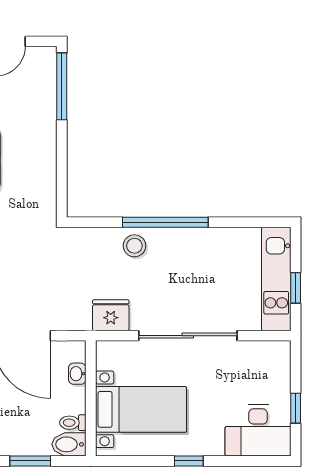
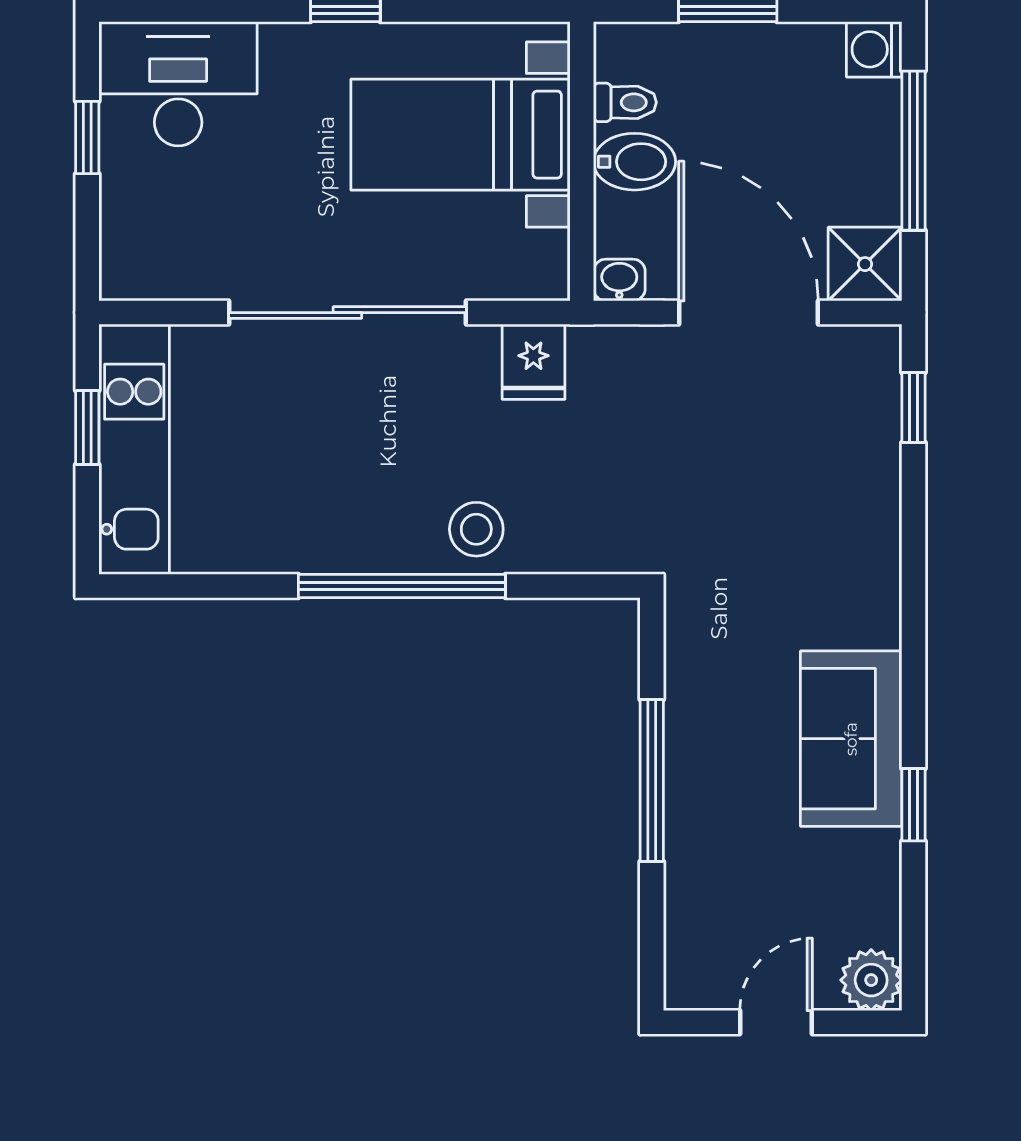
window: (62, 86) -> (652, 780), moved
fridge: (111, 315) -> (533, 362), width x0.72
washbasin: (77, 374) -> (619, 280), moved, turned -90
bidet: (69, 444) -> (635, 162), moved

